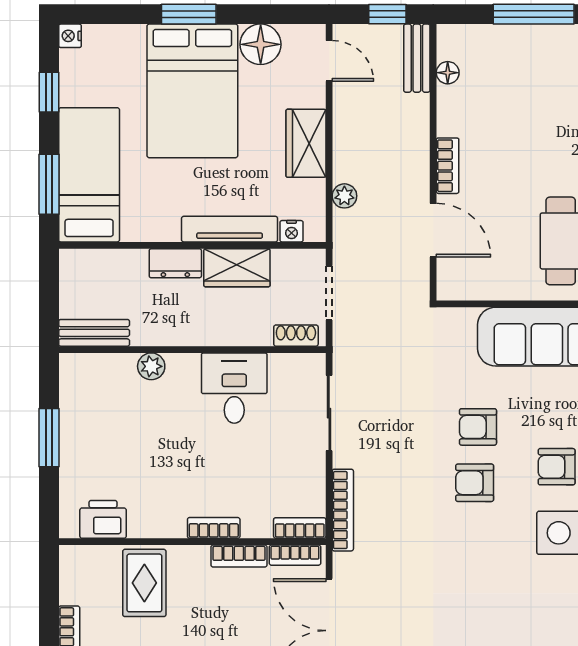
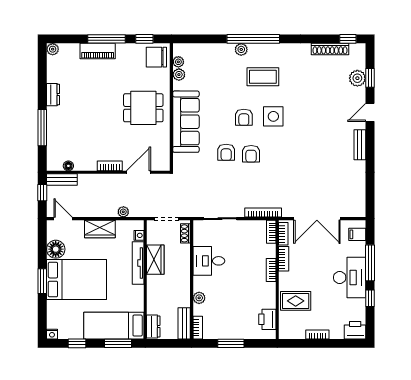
door: (329, 61) -> (63, 219), hinge flipped
dresser: (175, 263) -> (153, 326), moved
bookcase: (84, 363) -> (198, 328), added

